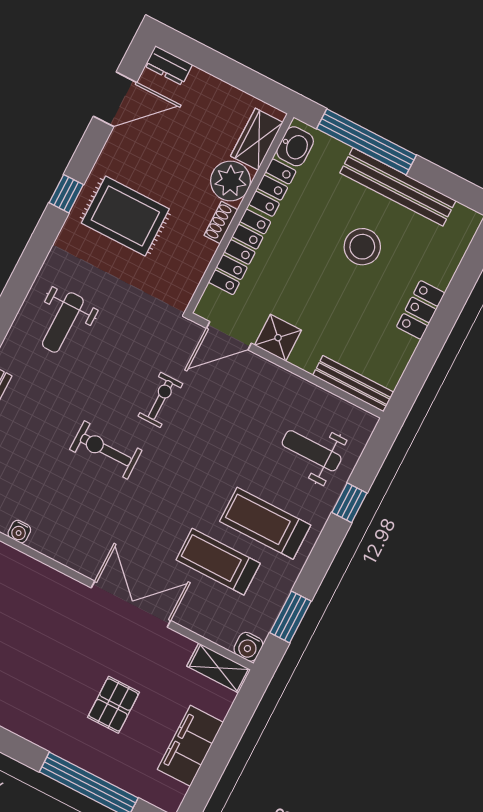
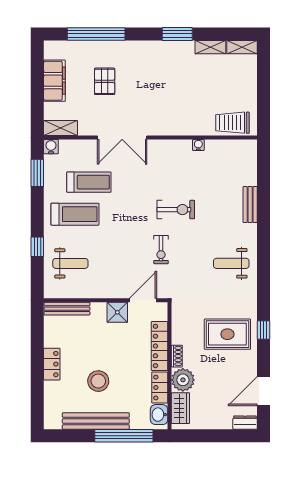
weight bench: (63, 322) -> (231, 263), turned -90

